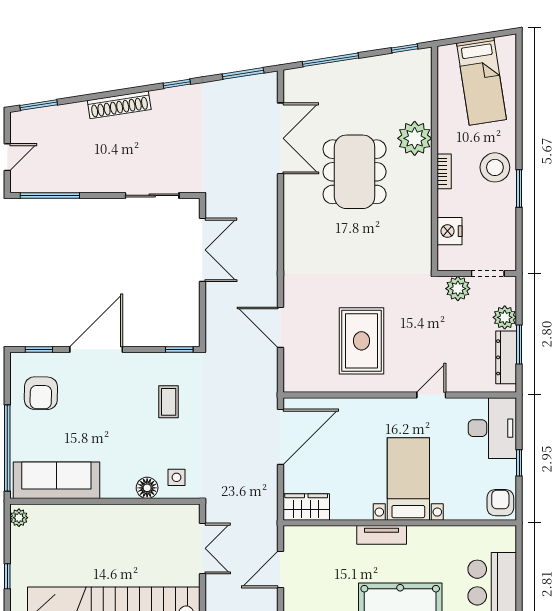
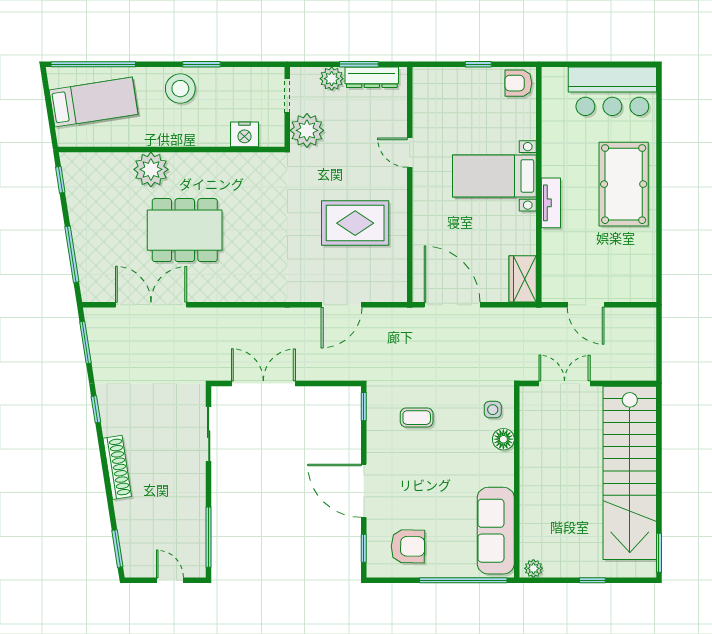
window: (519, 81) -> (93, 64), added
bookcase: (444, 171) -> (184, 140), removed
plant: (458, 289) -> (307, 130), width x1.36, depth x1.36
desk: (492, 428) -> (443, 91), removed

